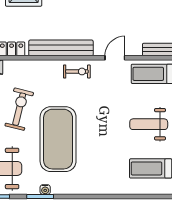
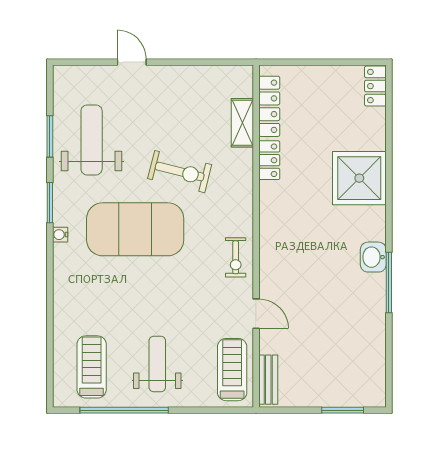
bench: (61, 48) -> (271, 234), removed
water cooler: (45, 190) -> (60, 235), moved

